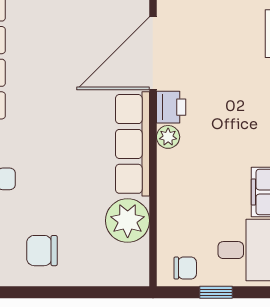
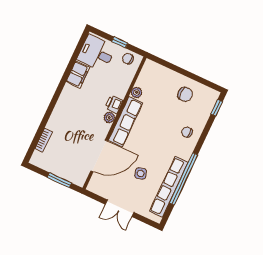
side table: (57, 57) -> (141, 173), added
printer: (171, 107) -> (114, 104), moved
plant: (128, 221) -> (137, 92), width x0.53, depth x0.53

